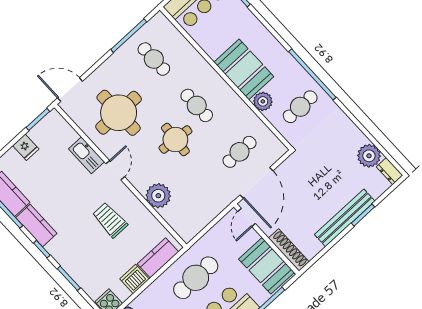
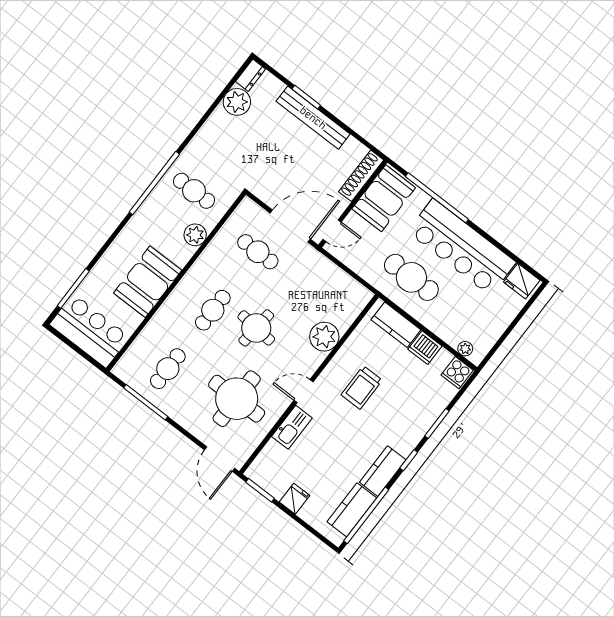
booth: (244, 69) -> (148, 282), moved

